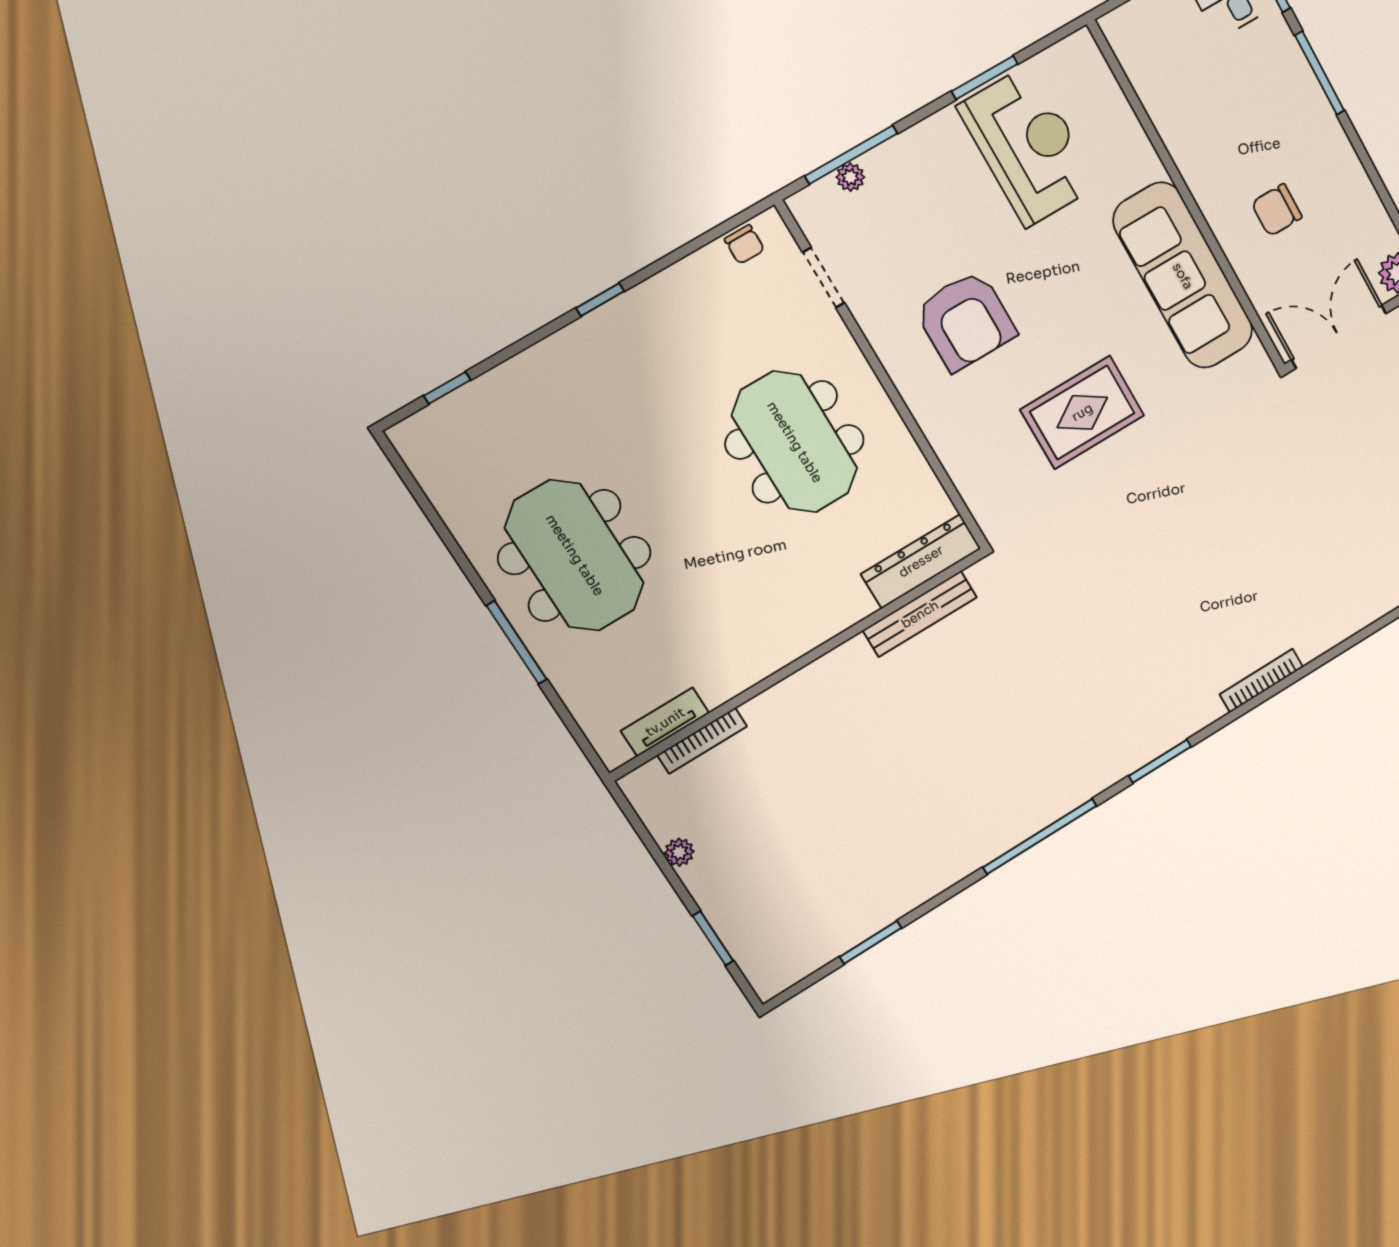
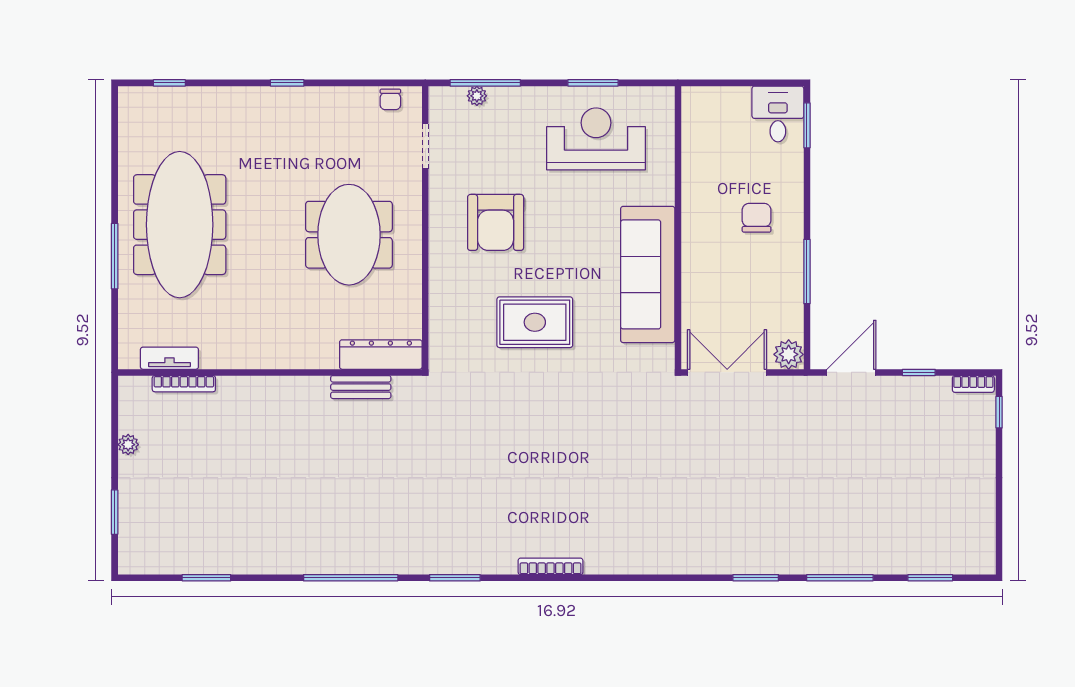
window: (1320, 73) -> (807, 272), moved
reception desk: (1028, 146) -> (596, 139), turned -90
chair: (1277, 210) -> (757, 218), moved, turned 90
meeting table: (575, 555) -> (180, 225), width x1.36
bench: (920, 614) -> (361, 387), width x0.73

